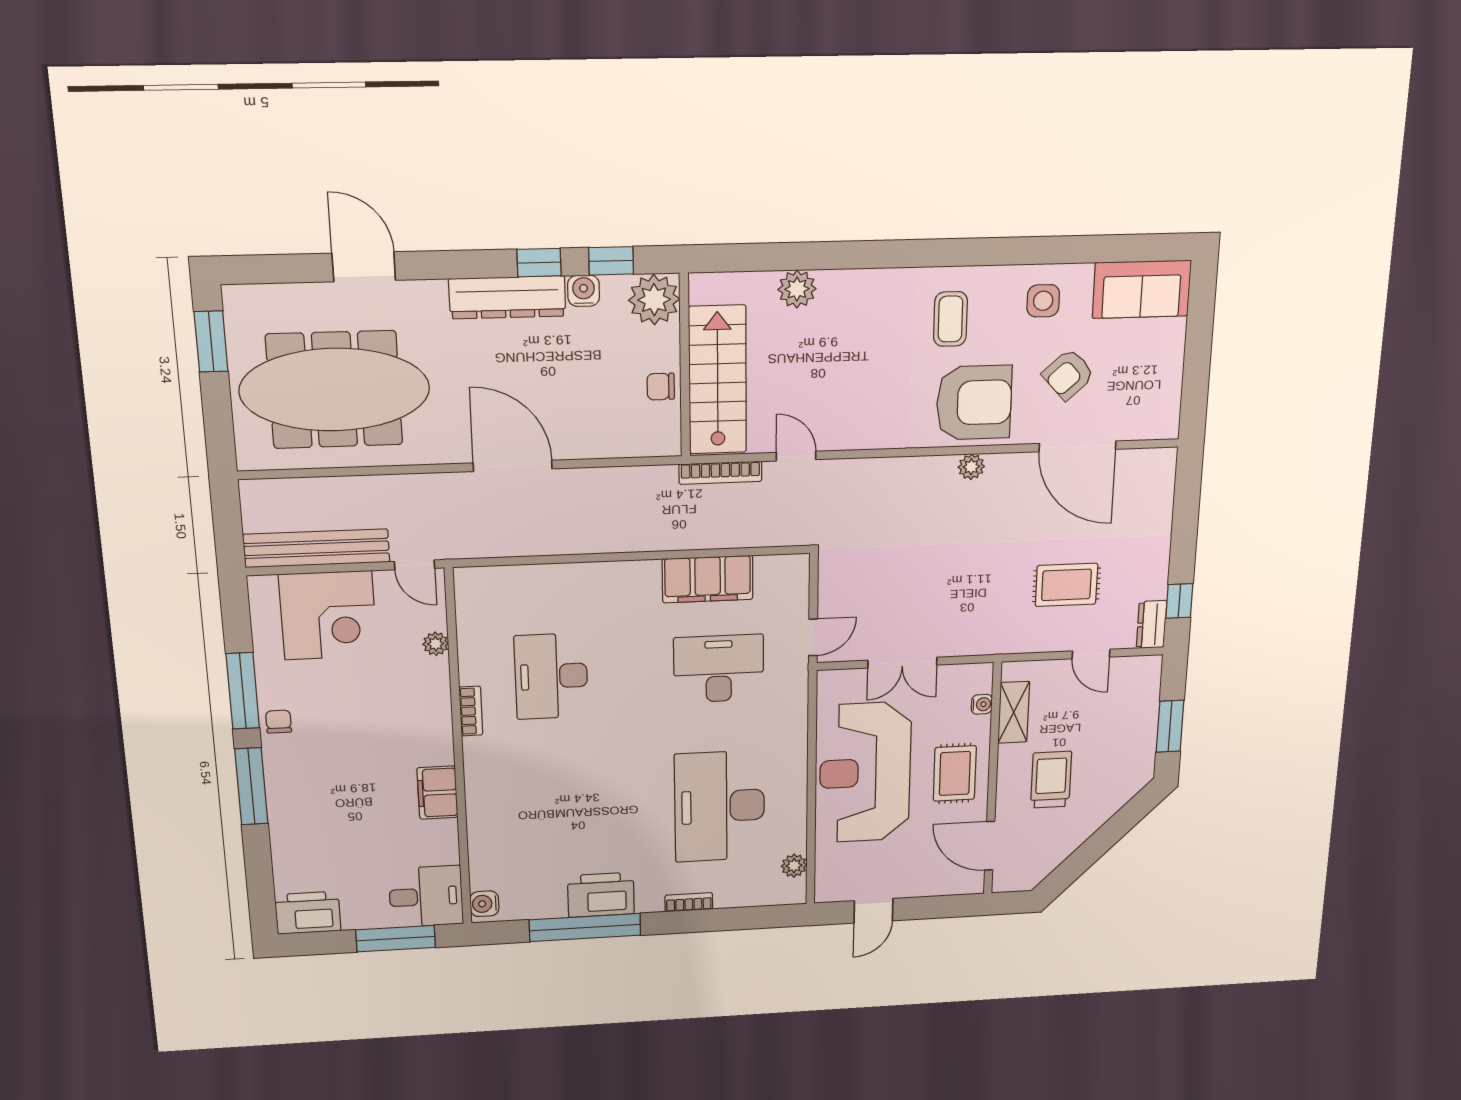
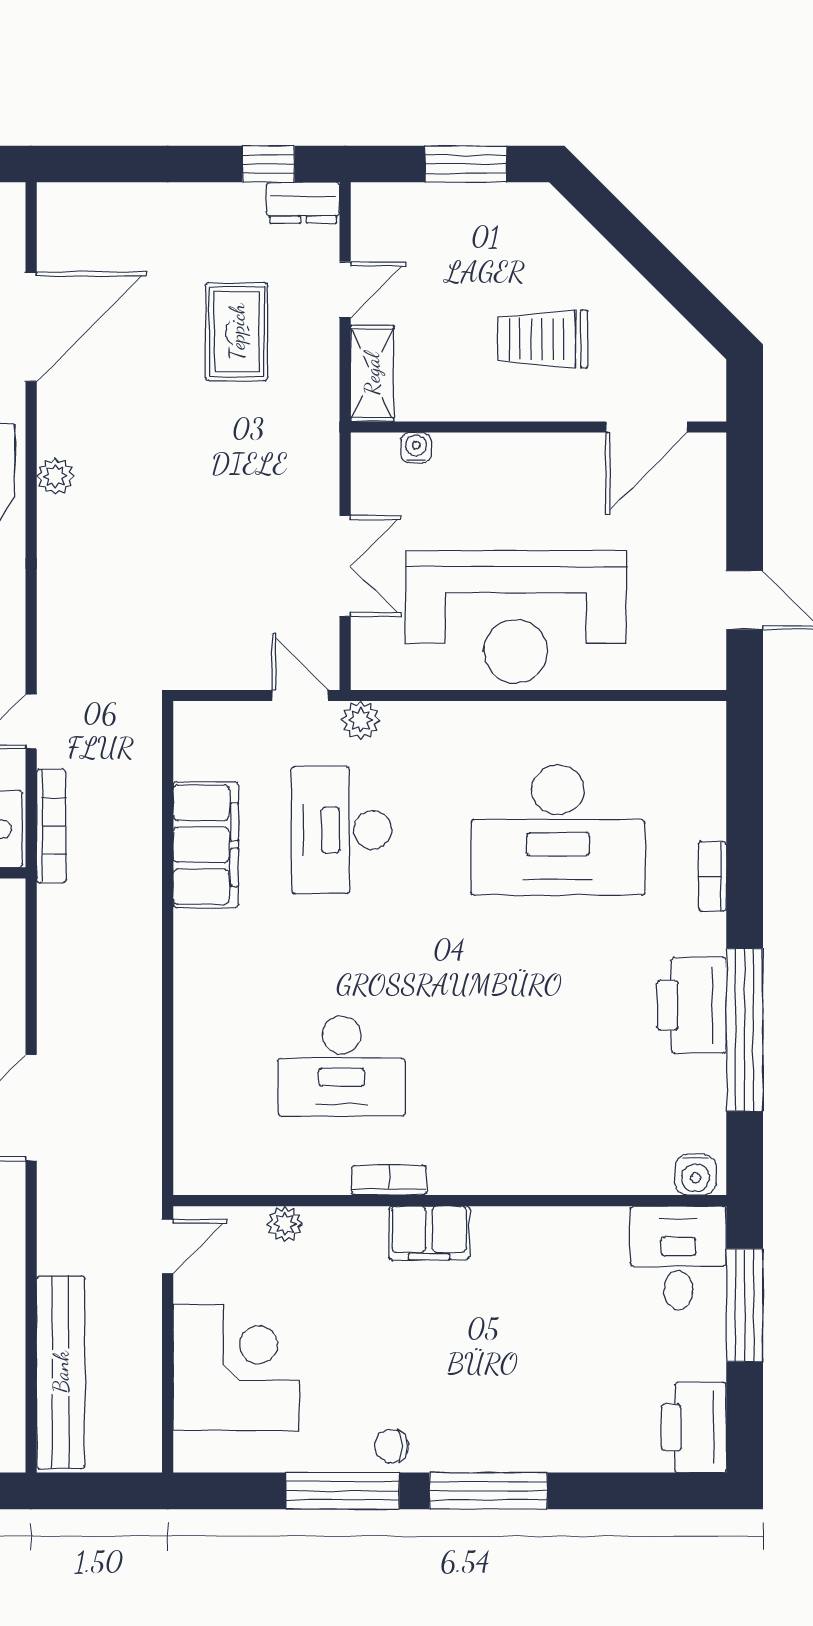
bench: (317, 548) -> (61, 1372), moved
shelving: (1014, 712) -> (372, 374), moved, turned 90
rug: (955, 773) -> (525, 484), removed
filing cabinet: (437, 793) -> (429, 1233), moved
plant: (794, 866) -> (361, 720), moved

